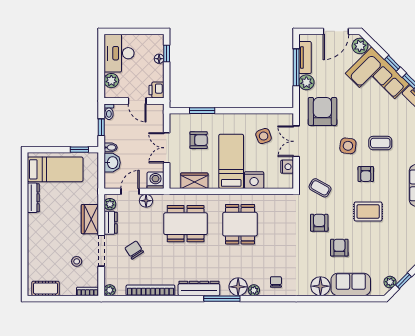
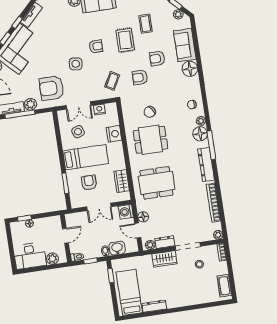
printer: (156, 90) -> (54, 222), removed
coffee table: (380, 143) -> (145, 24), moved
bed: (231, 161) -> (86, 157), moved, turned 180
dining table: (186, 224) -> (157, 183), turned 90
chair: (134, 250) -> (150, 112), moved

